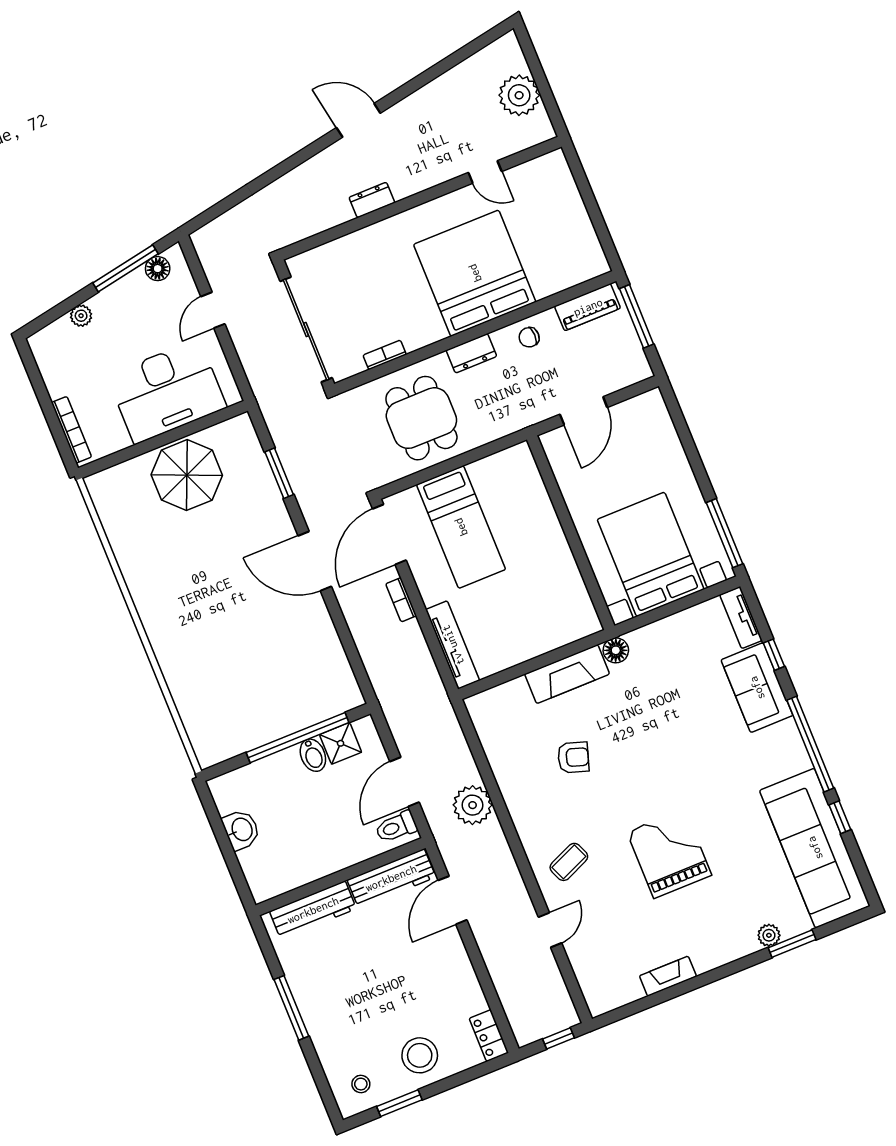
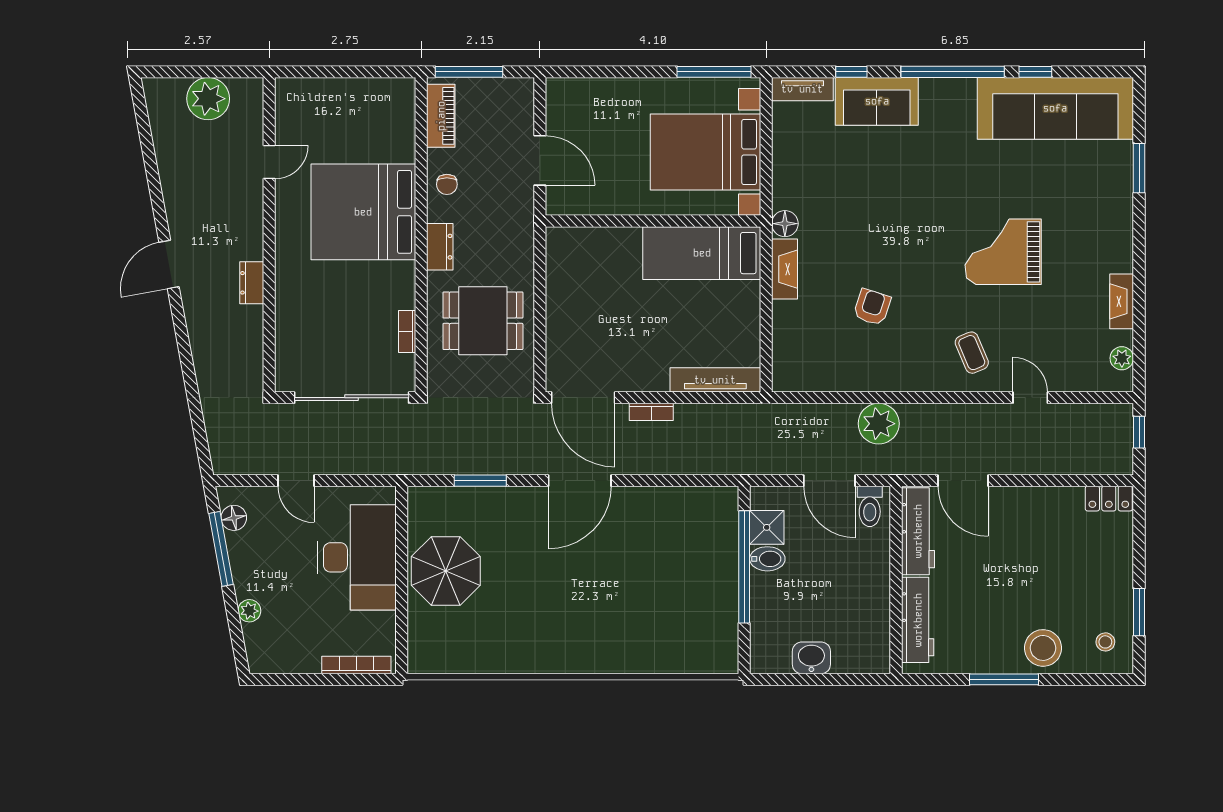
bed: (461, 527) -> (702, 253), moved, turned 180
fireplace: (567, 674) -> (785, 269), width x0.73, depth x0.76
plant: (769, 935) -> (1122, 358), moved
stool: (420, 1055) -> (1043, 648), moved

